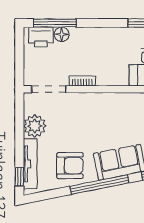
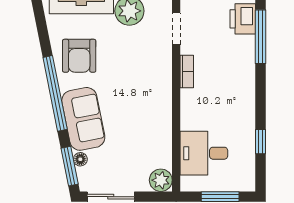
floor lamp: (62, 34) -> (246, 45), removed
doorway: (49, 89) -> (176, 29), width x0.73

